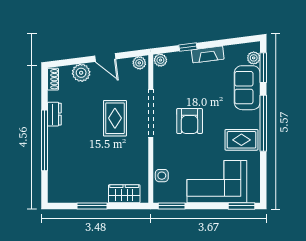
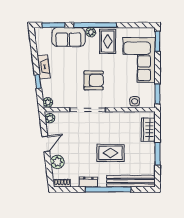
plant: (254, 58) -> (91, 32), moved
rug: (115, 118) -> (110, 153), moved
bench: (56, 171) -> (131, 181), added

